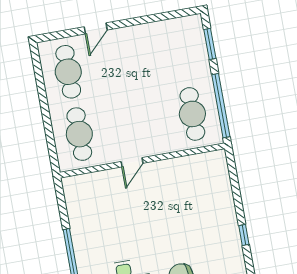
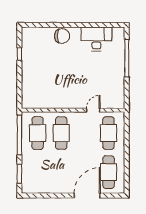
door: (96, 28) -> (87, 196), width x1.88
cafe table: (155, 121) -> (61, 133), added
door: (132, 162) -> (93, 110), moved

